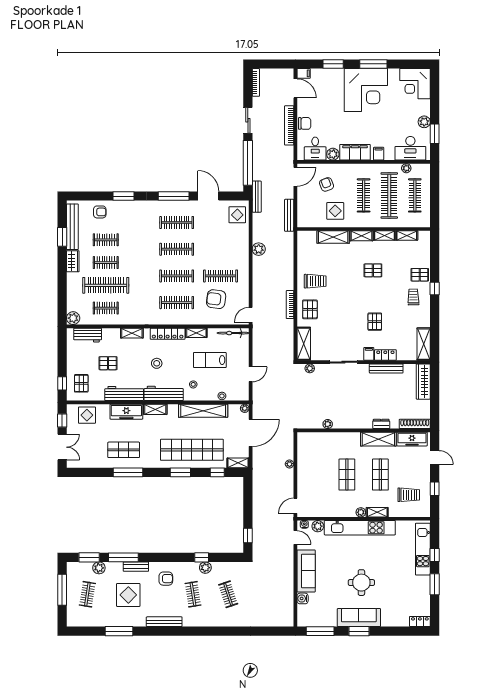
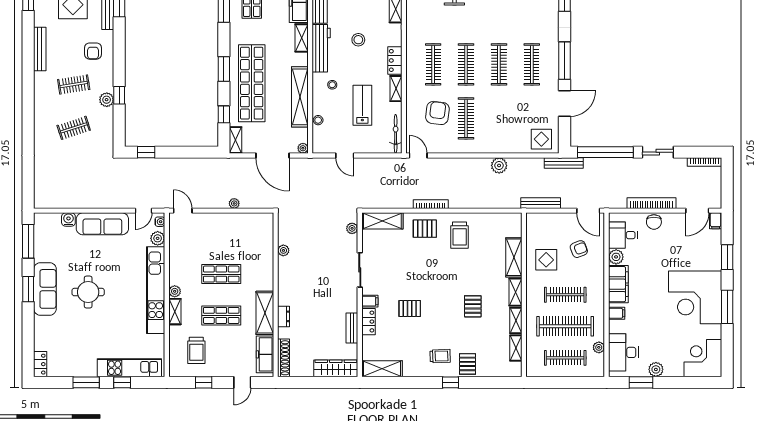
locker: (168, 334) -> (395, 60), width x0.66
bench: (386, 368) -> (352, 328), width x0.73

